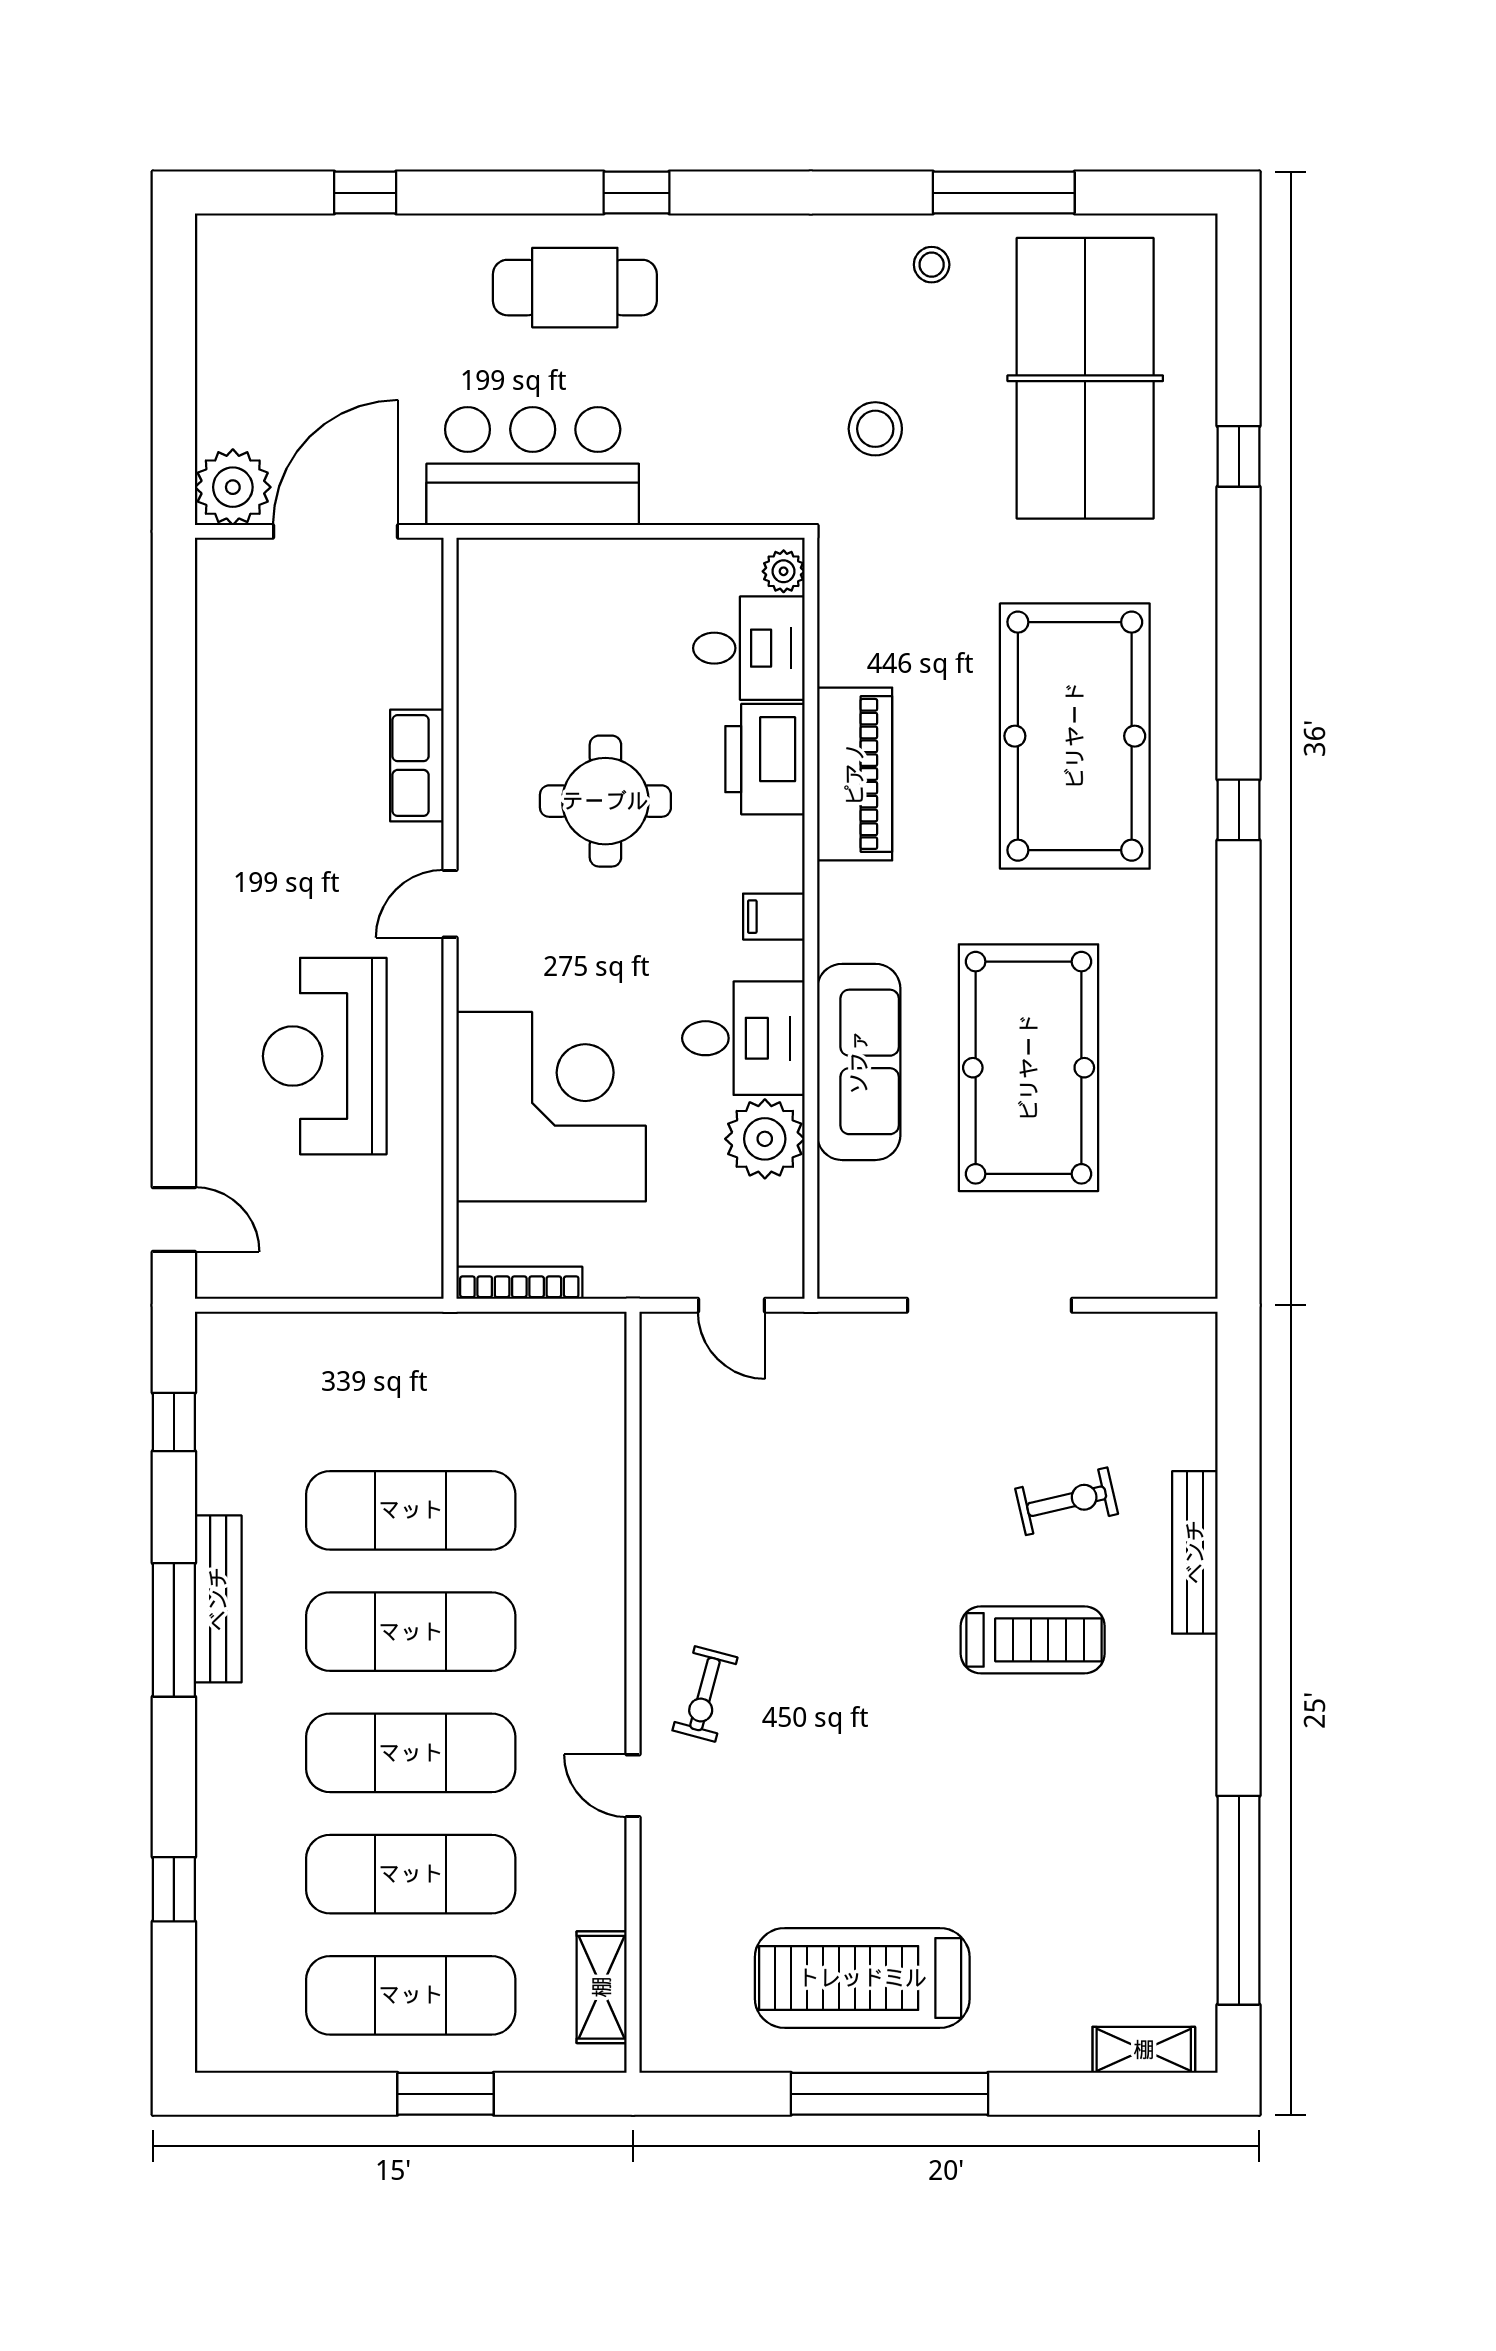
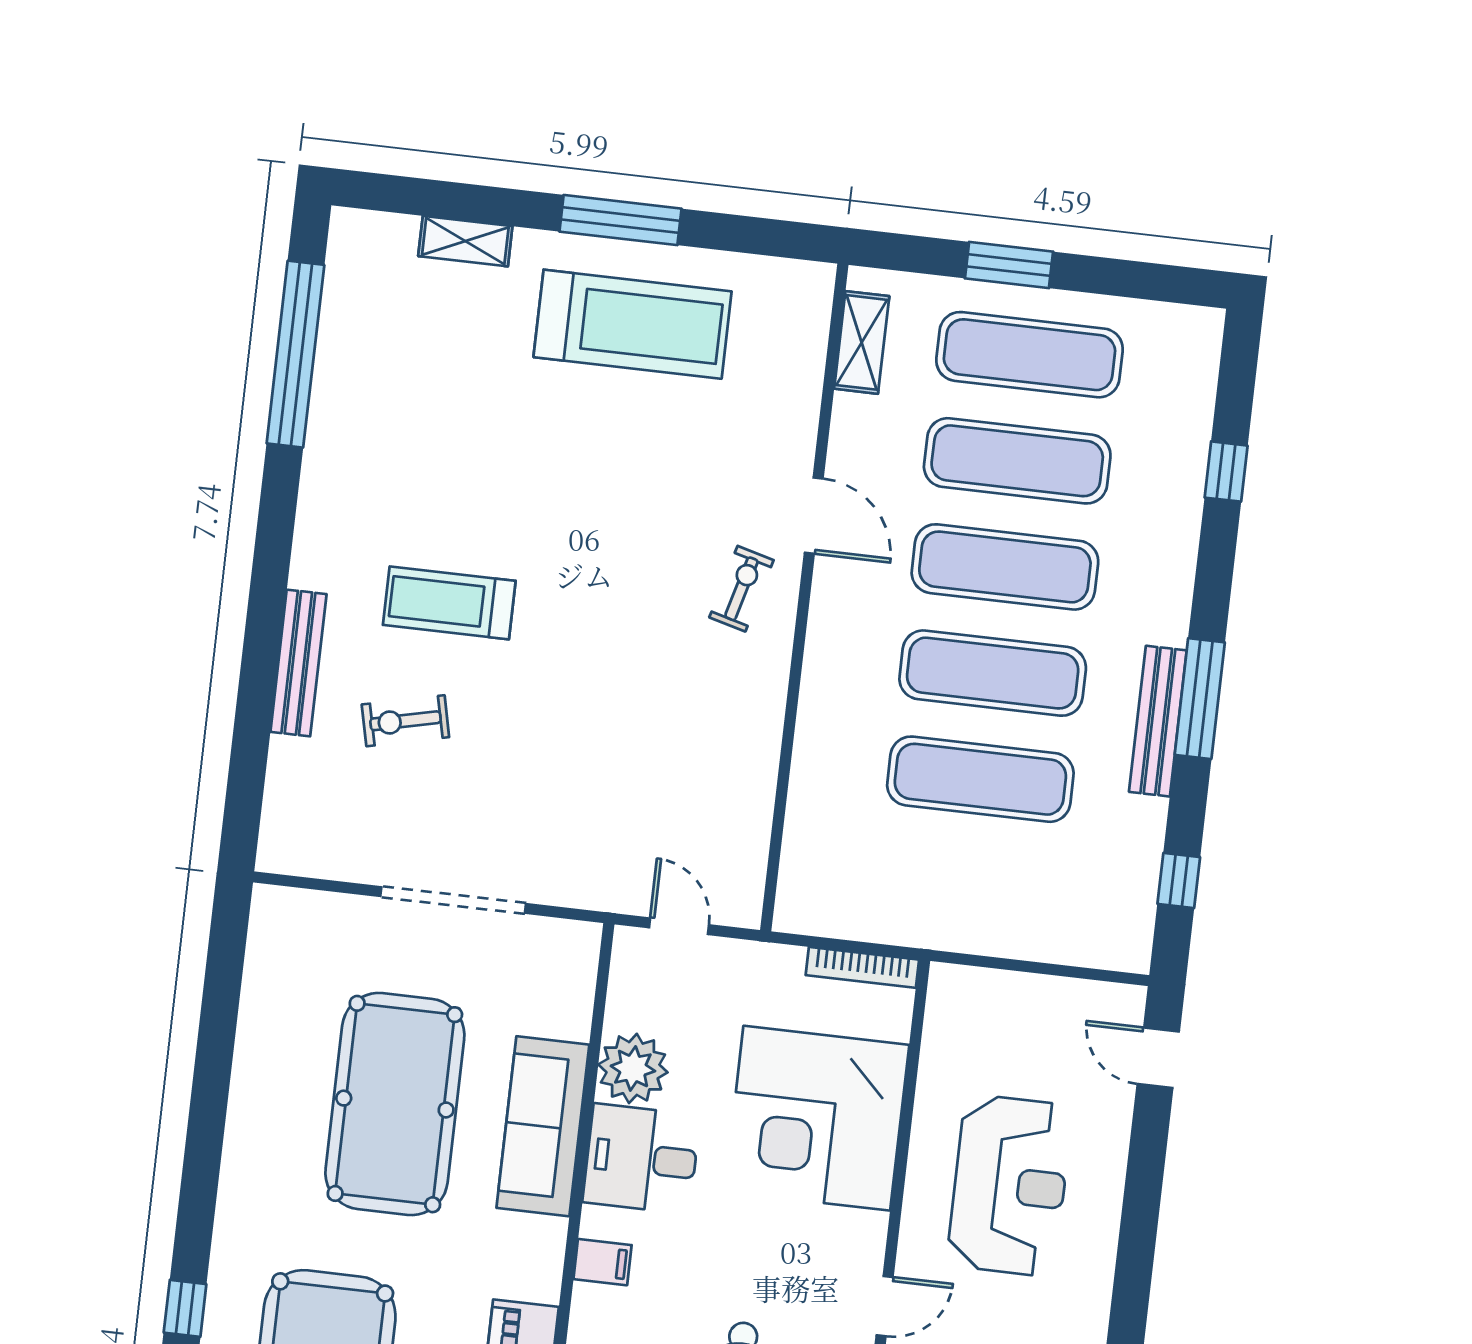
door: (633, 1786) -> (814, 516), width x1.38
shelving: (1144, 2050) -> (465, 241), moved
window: (890, 2094) -> (620, 220), width x0.68

